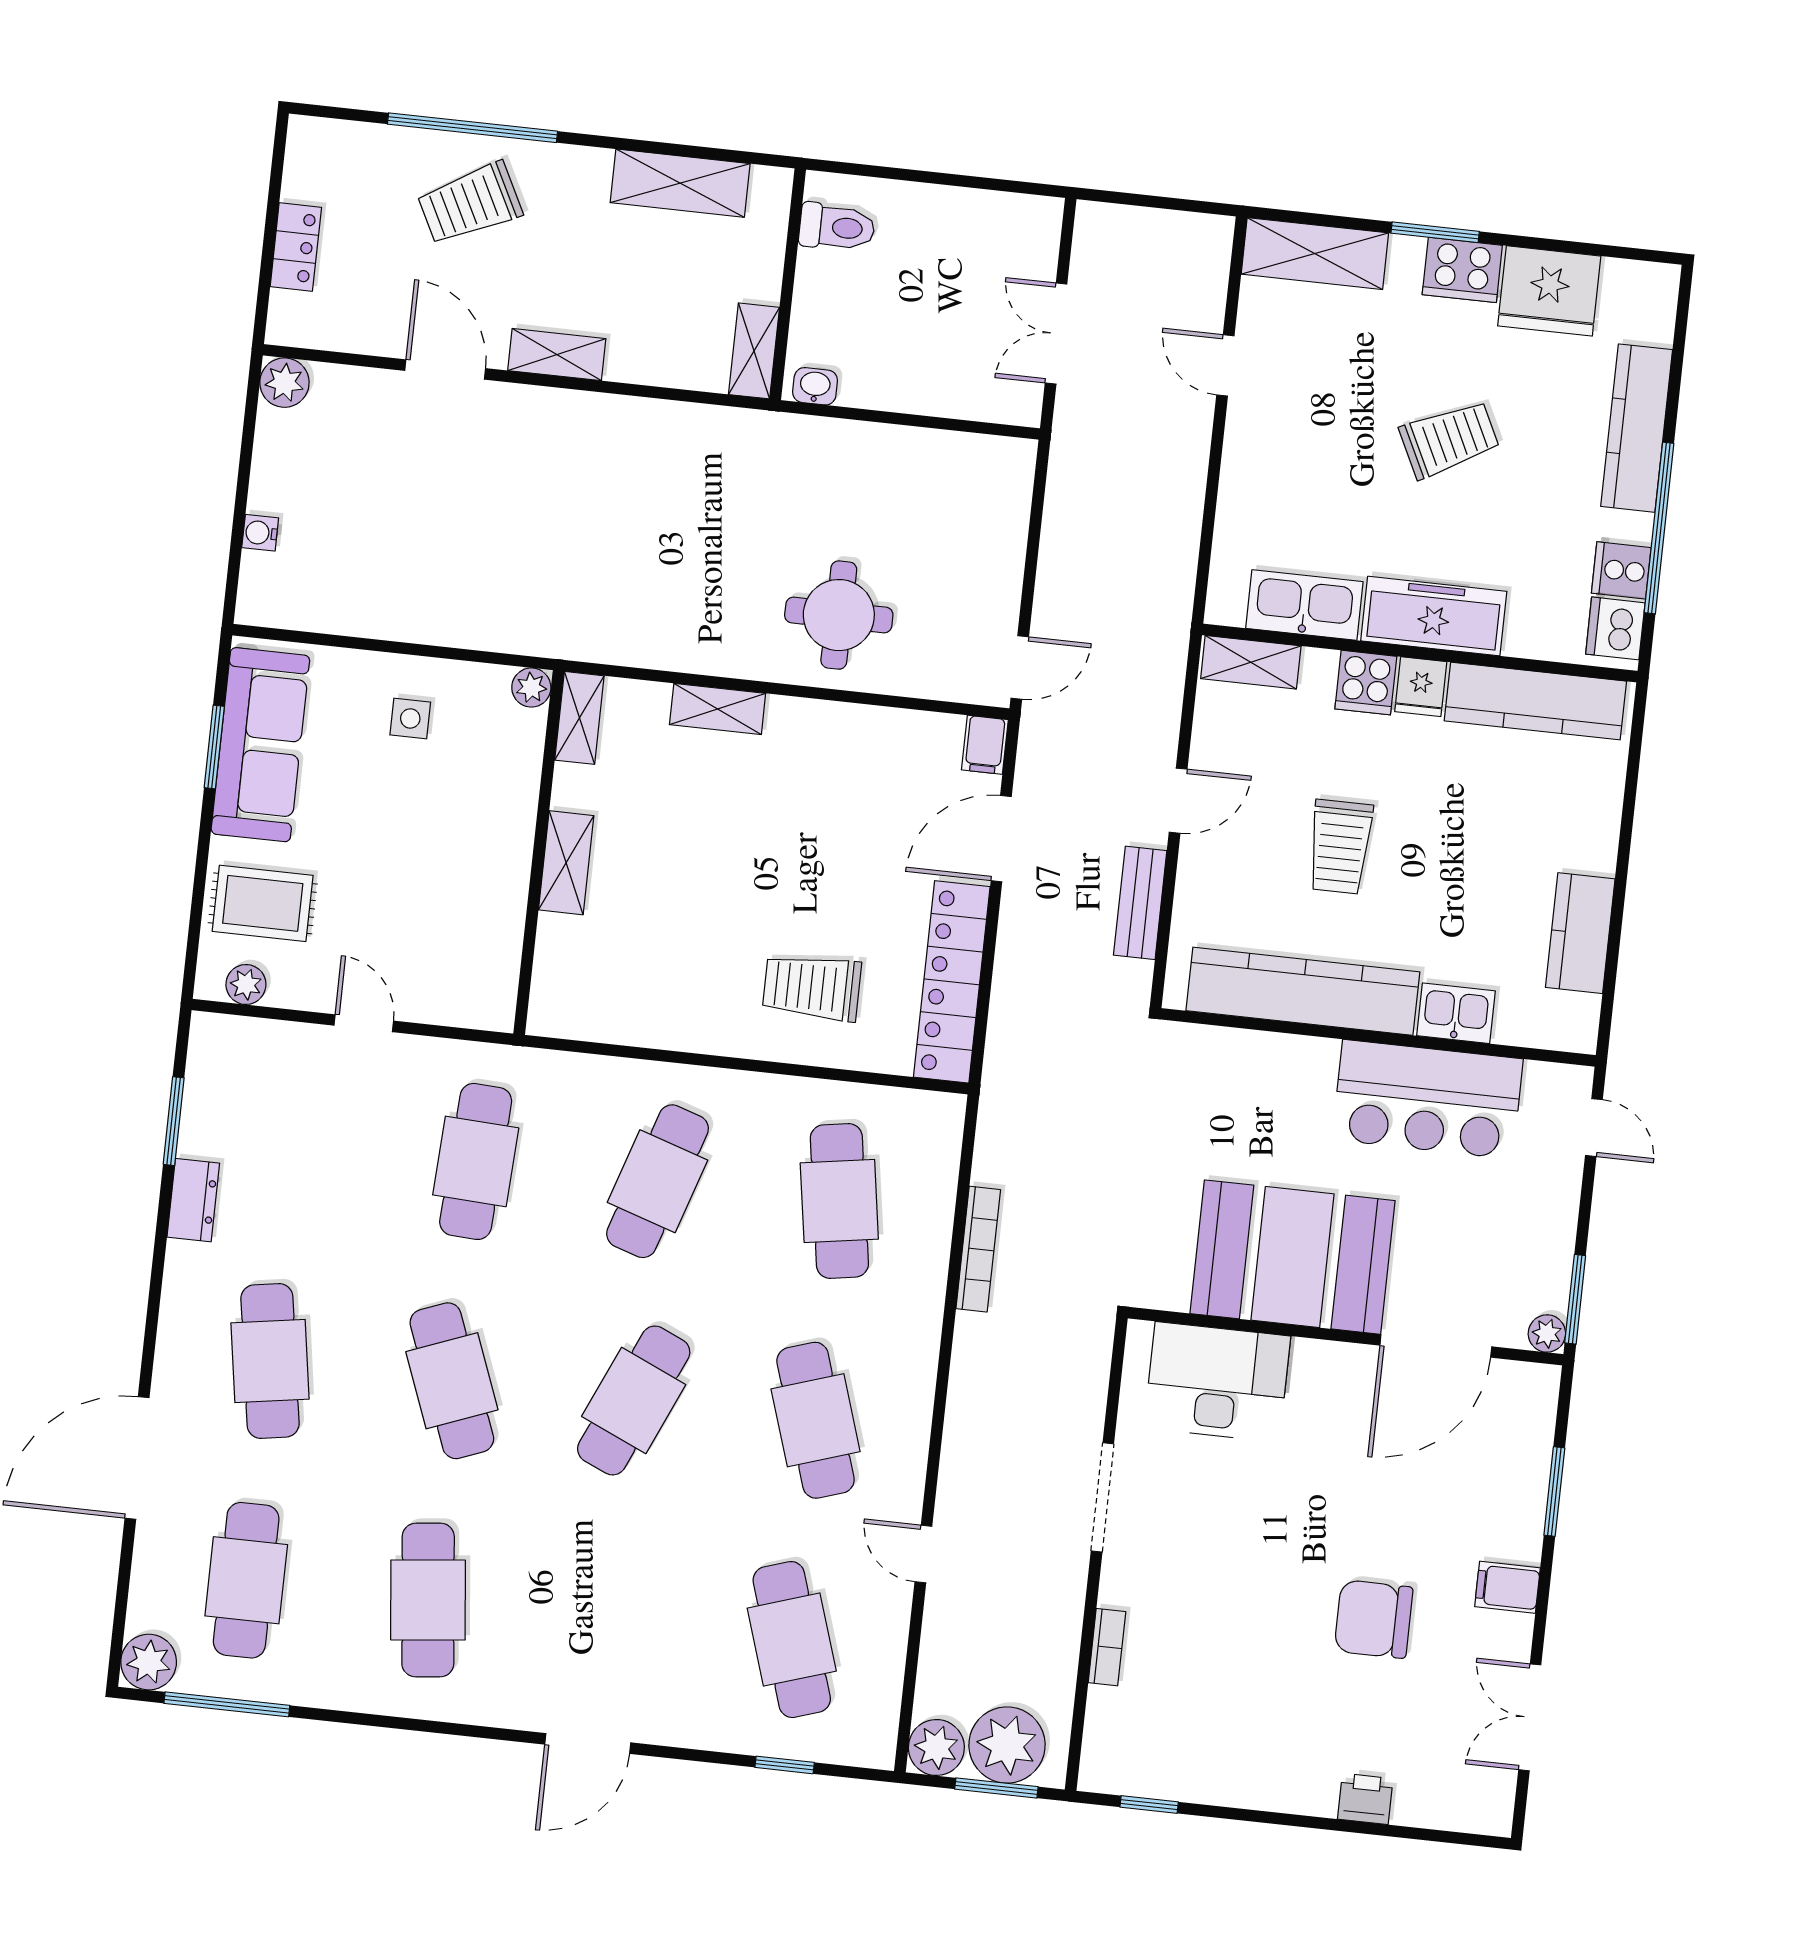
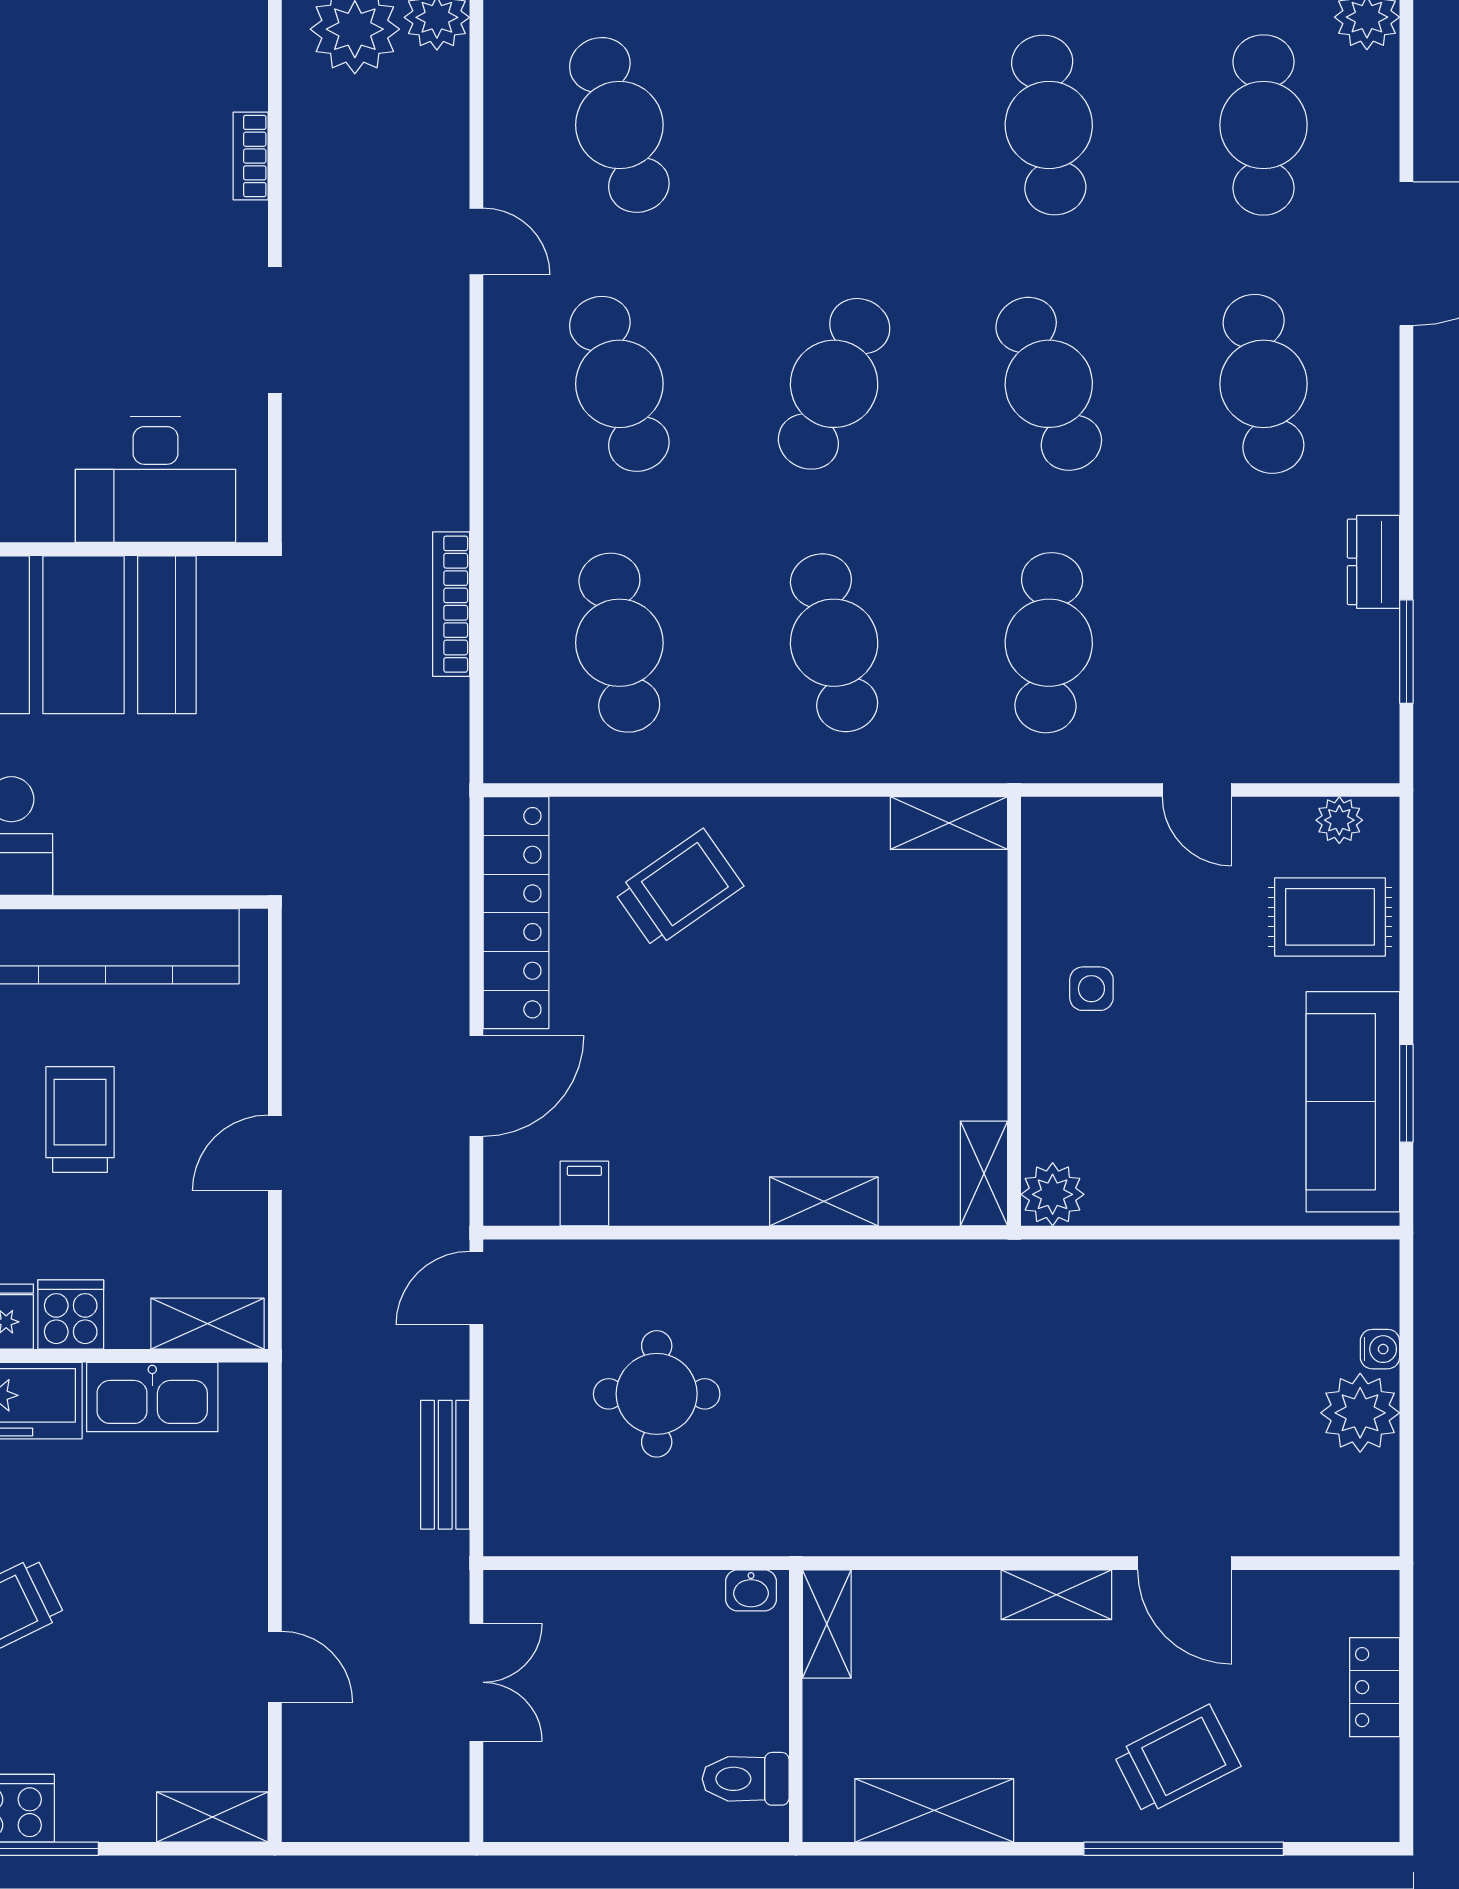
shelving: (1315, 254) -> (212, 1817), width x0.67, depth x0.75
plant: (284, 383) -> (1360, 1413), moved, width x1.36, depth x1.36
round table: (839, 615) -> (657, 1394), moved
plant: (531, 688) -> (1053, 1194), width x1.38, depth x1.38
side table: (410, 718) -> (1091, 989), moved
filing cabinet: (985, 745) -> (584, 1194), moved
shelving: (566, 863) -> (949, 823), moved, turned 90
bench: (1140, 903) -> (445, 1465), moved
trolley: (812, 987) -> (679, 889), turned -35
cafe table: (658, 1181) -> (834, 643), turned -30

